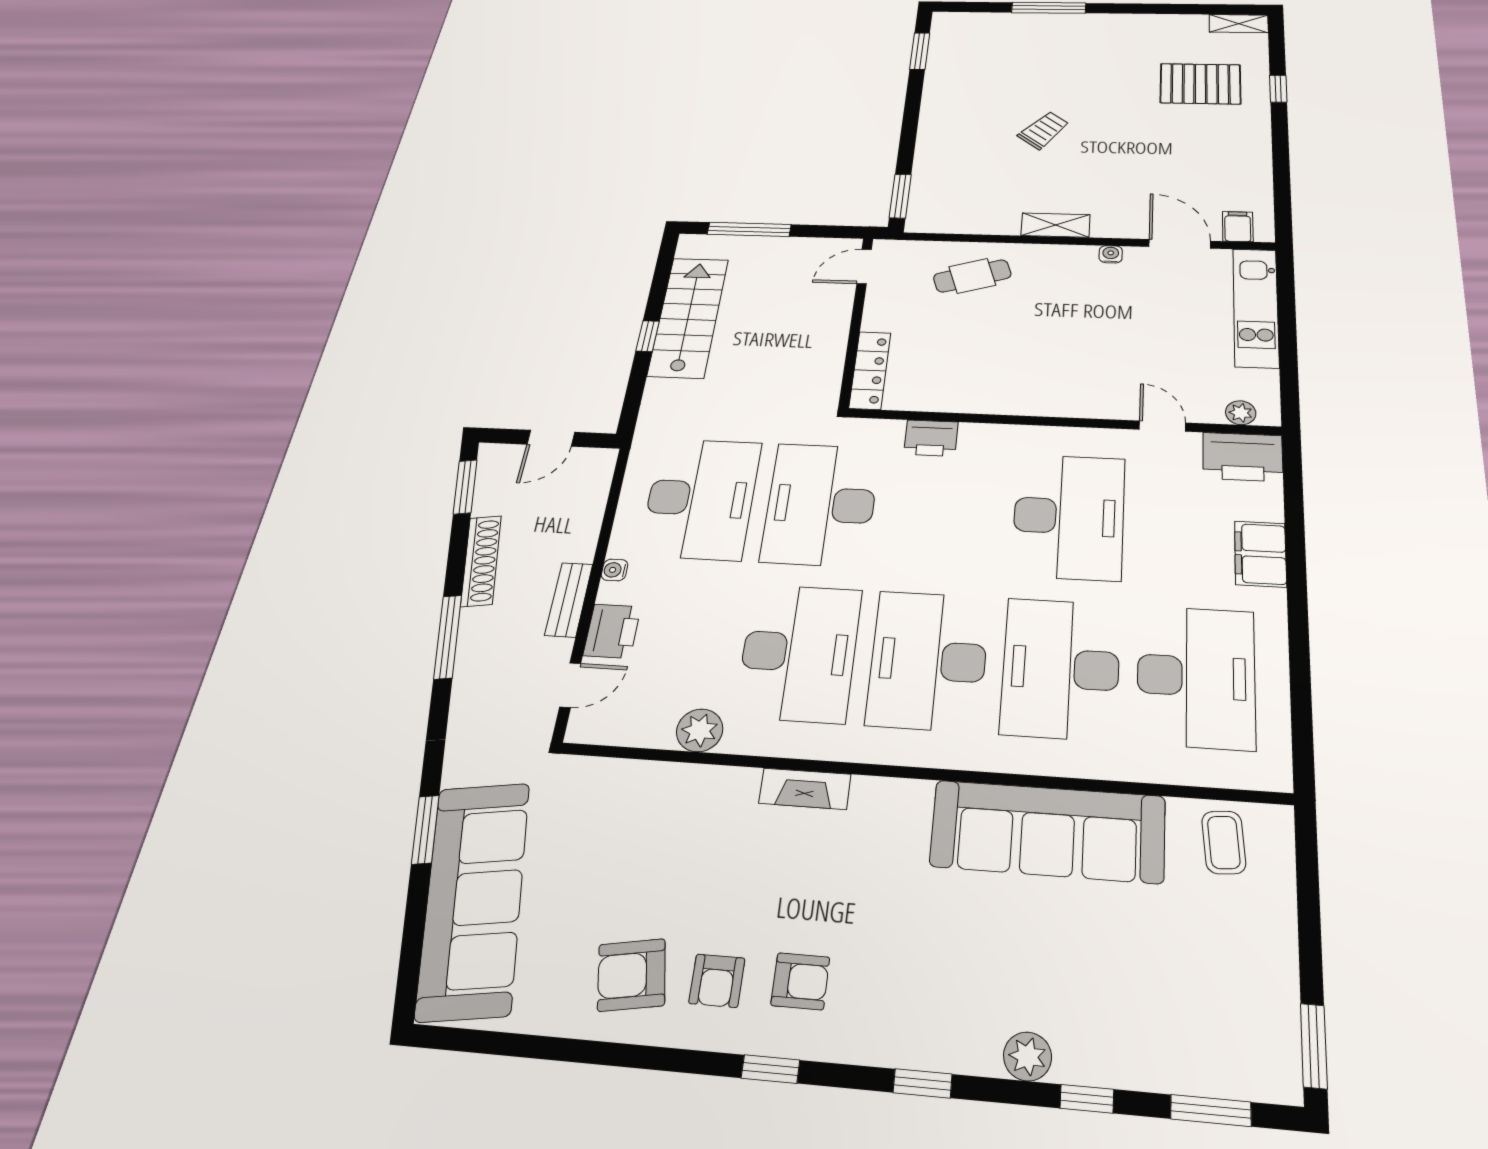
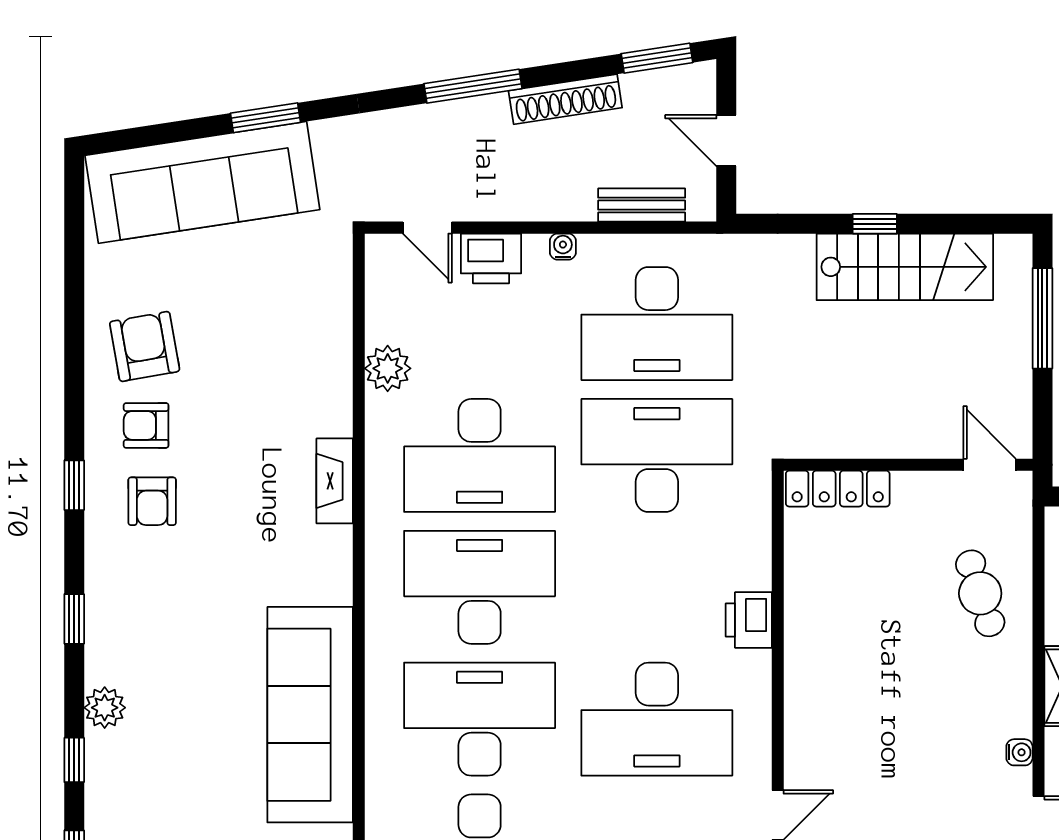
printer: (931, 438) -> (749, 620), moved
bench: (569, 600) -> (642, 205), moved

